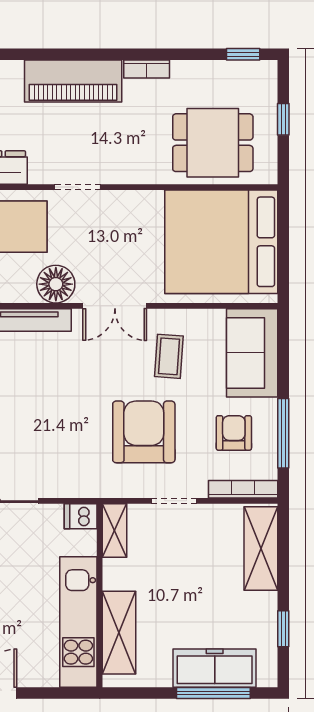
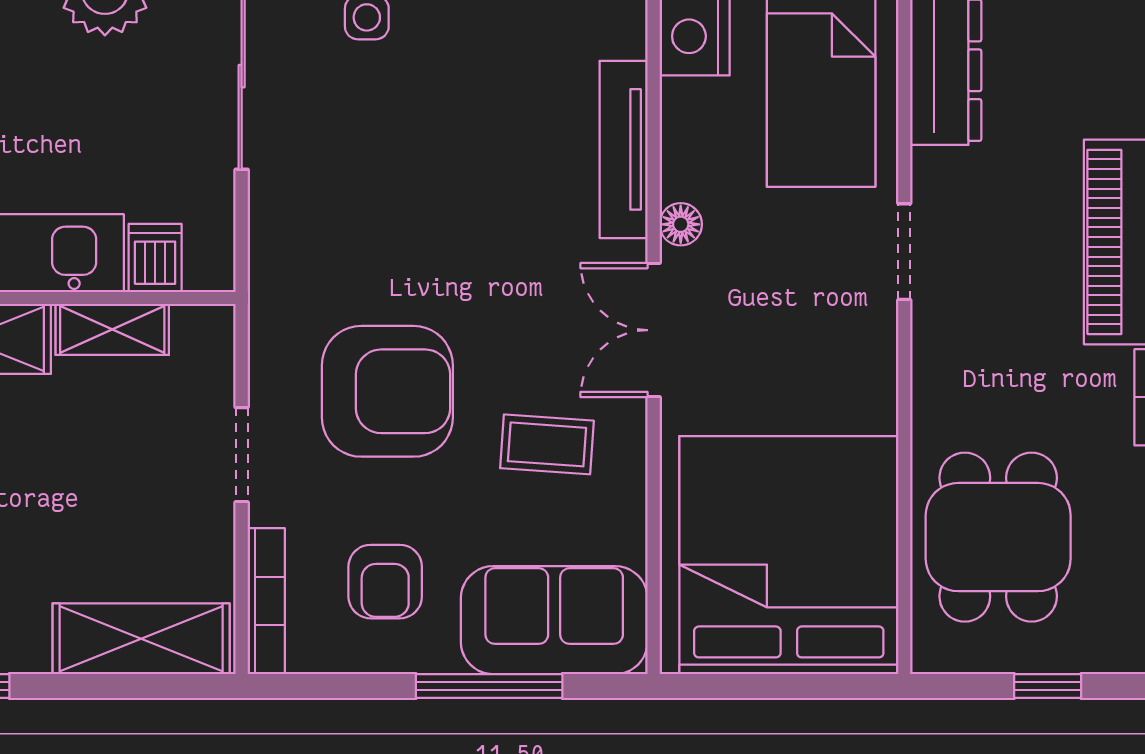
floor lamp: (56, 284) -> (681, 224), width x0.53, depth x0.53
armchair: (234, 433) -> (385, 582), turned 90
window: (283, 433) -> (489, 686), moved
dishwasher: (81, 516) -> (155, 258), moved
shelving: (115, 531) -> (112, 329), moved

